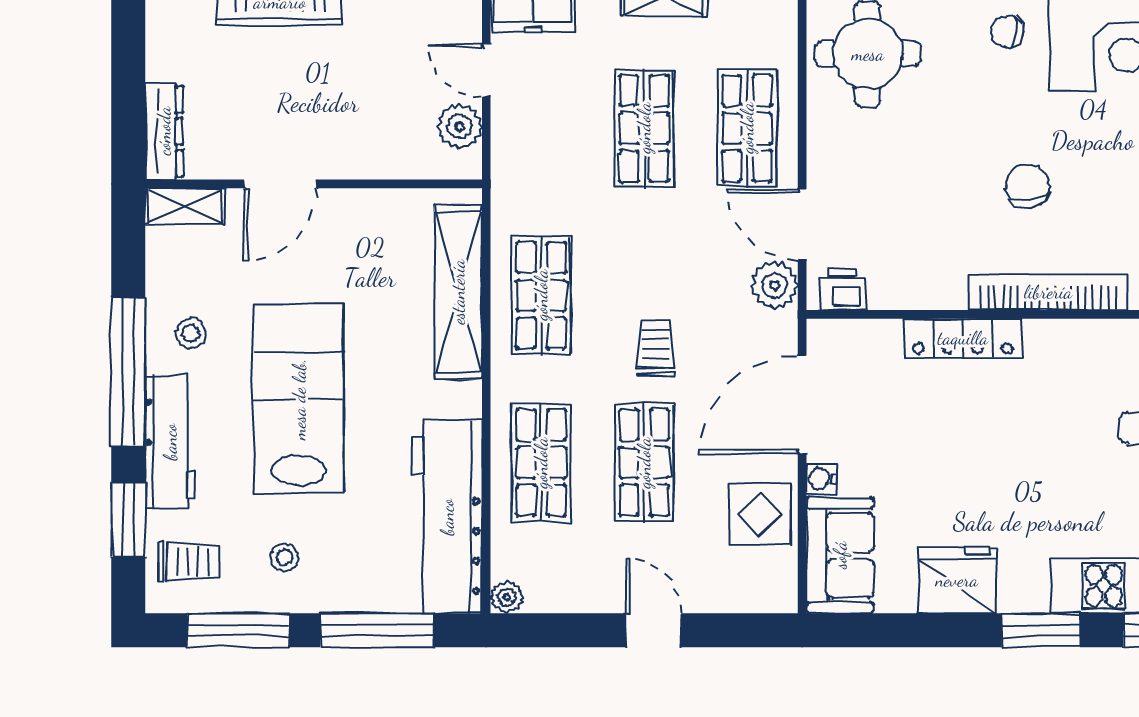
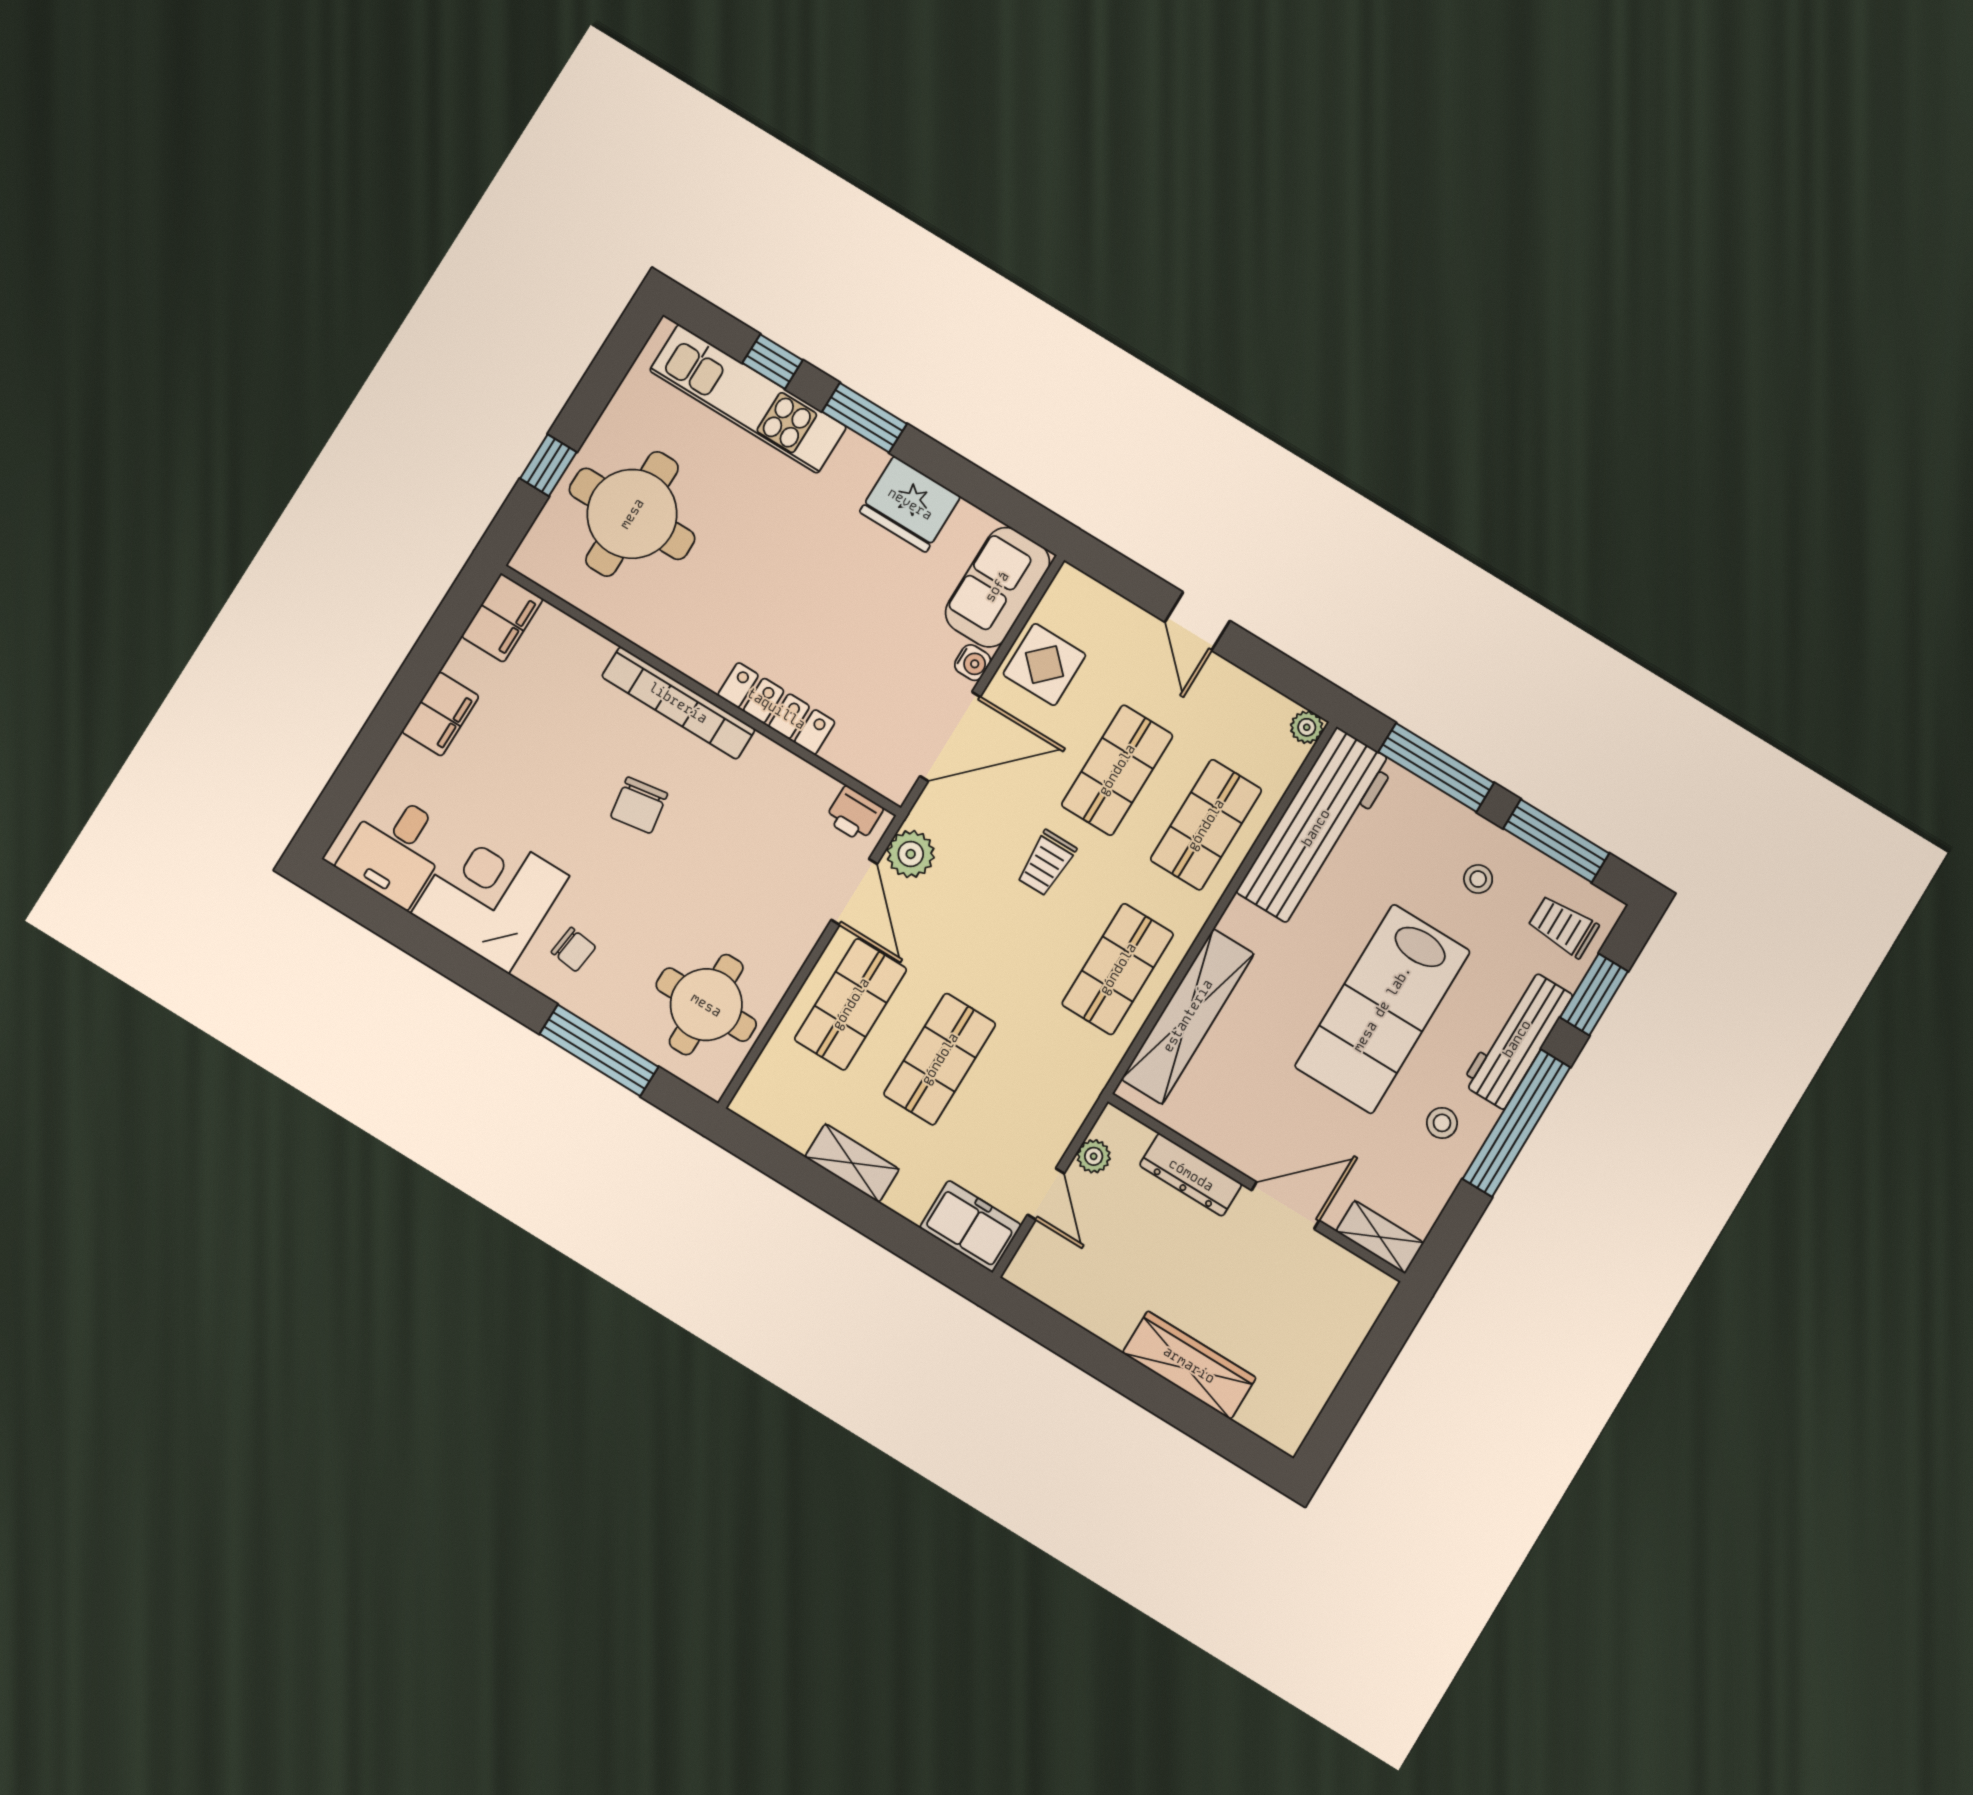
plant: (459, 126) -> (1094, 1156), width x0.73, depth x0.73
dresser: (164, 131) -> (1191, 1175), moved, turned -90

